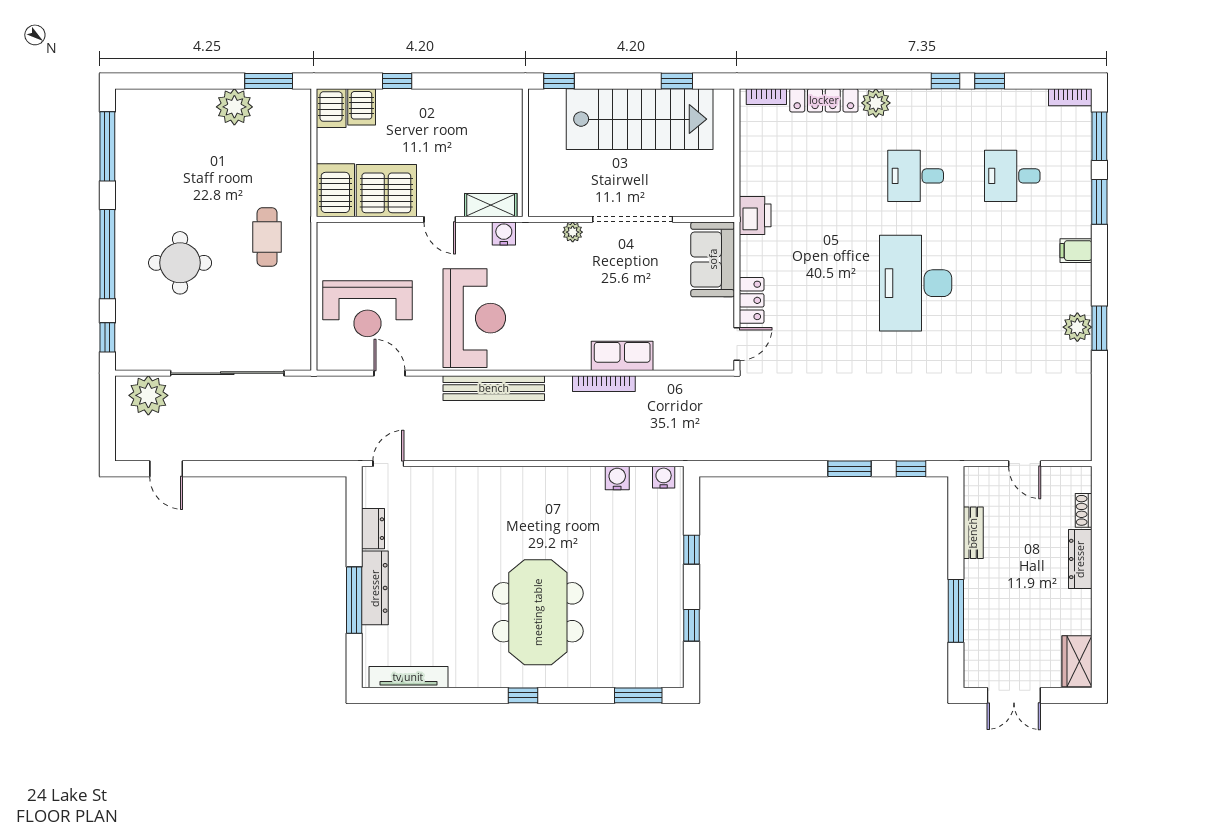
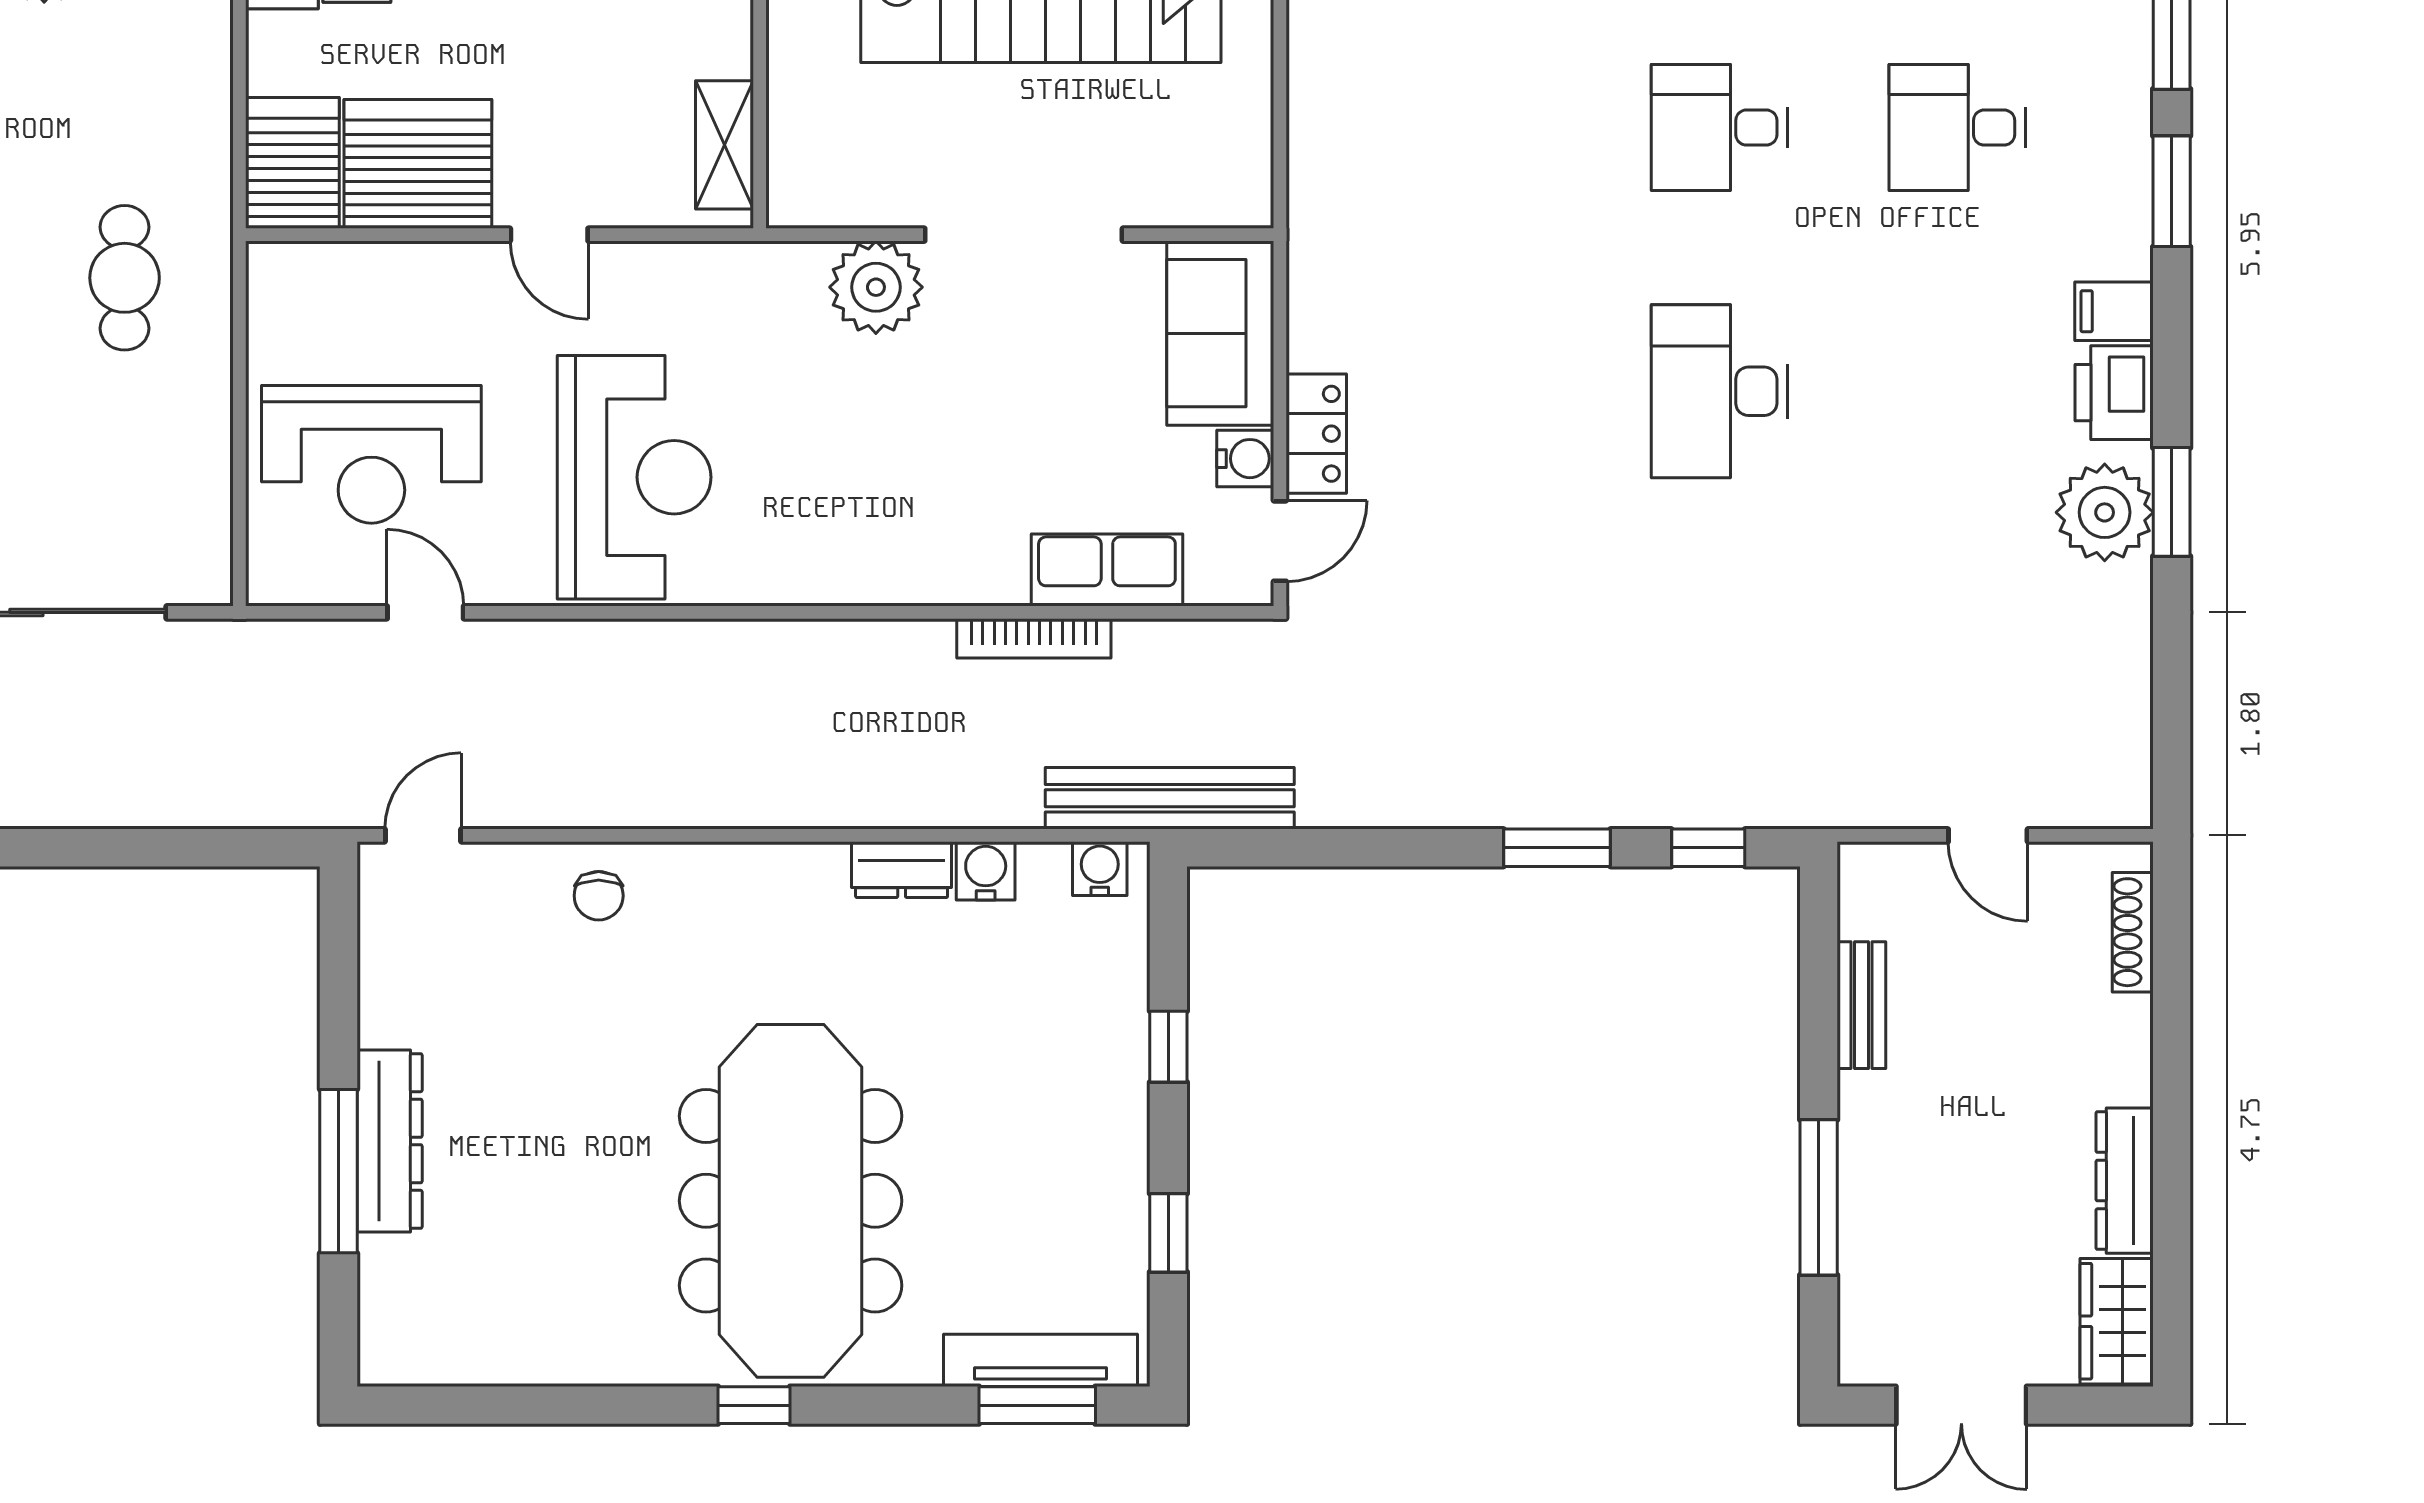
shelving: (491, 205) -> (724, 145), moved, turned 90
printer: (755, 215) -> (2114, 393), moved, turned 180
plant: (573, 232) -> (876, 287), width x1.88, depth x1.88
water cooler: (504, 234) -> (1245, 459), moved, turned 90
desk: (916, 283) -> (1720, 391), width x0.73, depth x0.77
plant: (1077, 327) -> (2105, 512), width x1.36, depth x1.36
row of seats: (622, 356) -> (1107, 570), moved
bookcase: (604, 384) -> (1034, 638), moved
bench: (494, 388) -> (1170, 798), moved
chair: (460, 488) -> (599, 896), added
shoe rack: (1084, 510) -> (2133, 932), width x1.43
dresser: (373, 529) -> (902, 870), moved, turned 90
dresser: (1080, 559) -> (2125, 1181), moved
meeting table: (538, 612) -> (791, 1201), width x1.36
tv unit: (408, 677) -> (1041, 1360), moved

